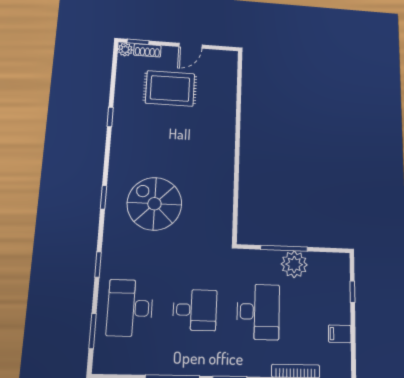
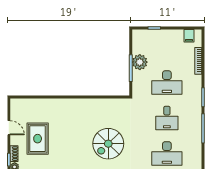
desk: (195, 310) -> (167, 118), turned 180
desk: (258, 312) -> (167, 83), turned 180
filing cabinet: (340, 334) -> (189, 36), moved

